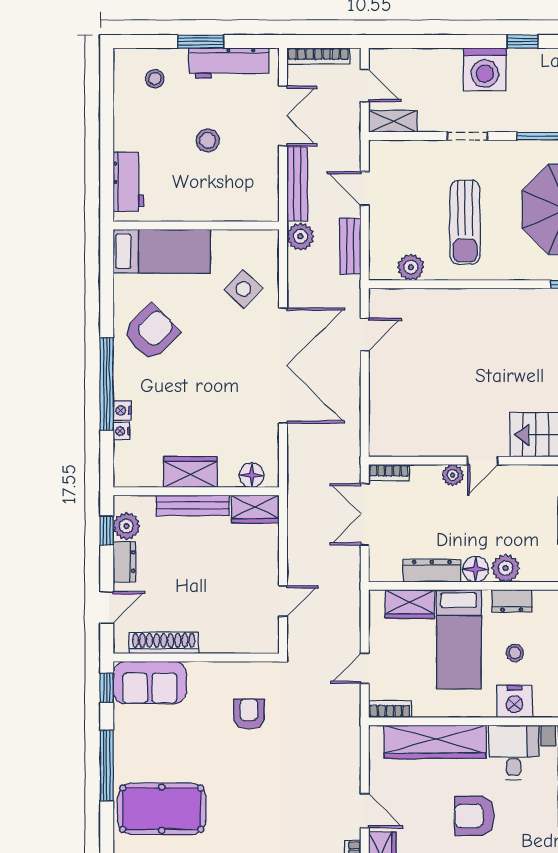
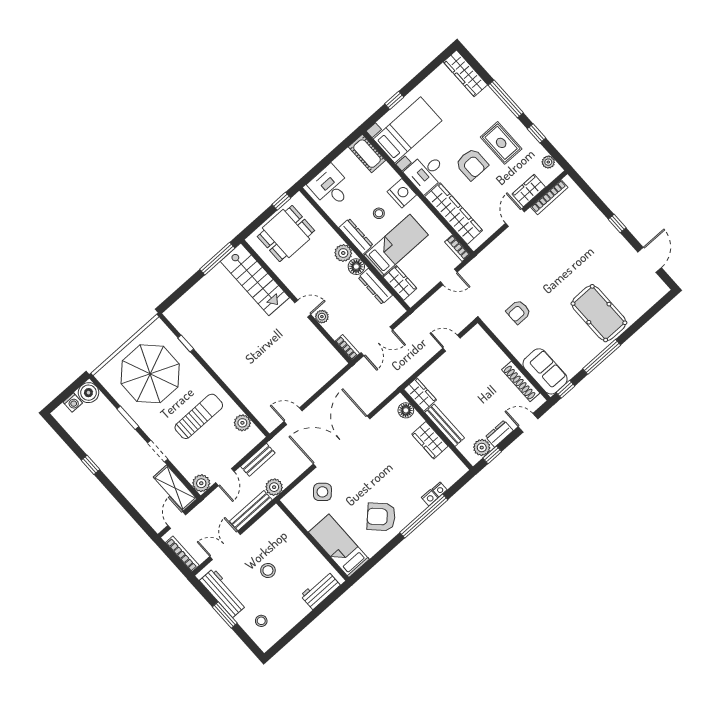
washing machine: (485, 69) -> (119, 471), removed
shelving: (393, 121) -> (175, 488), width x1.50, depth x1.33
plant: (383, 154) -> (201, 483), added
dresser: (512, 601) -> (356, 236), width x1.44

